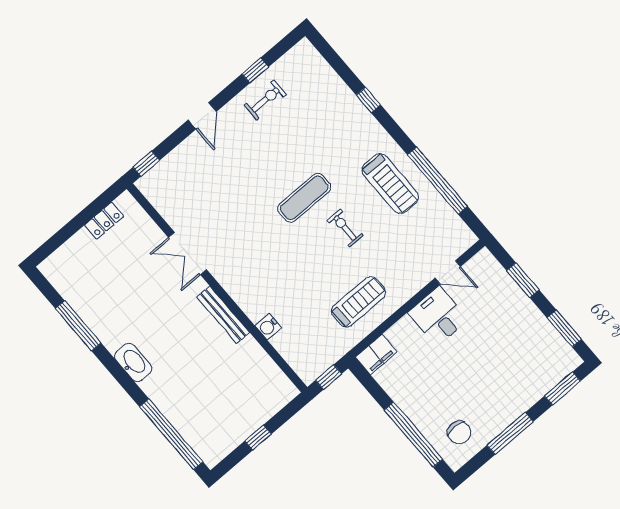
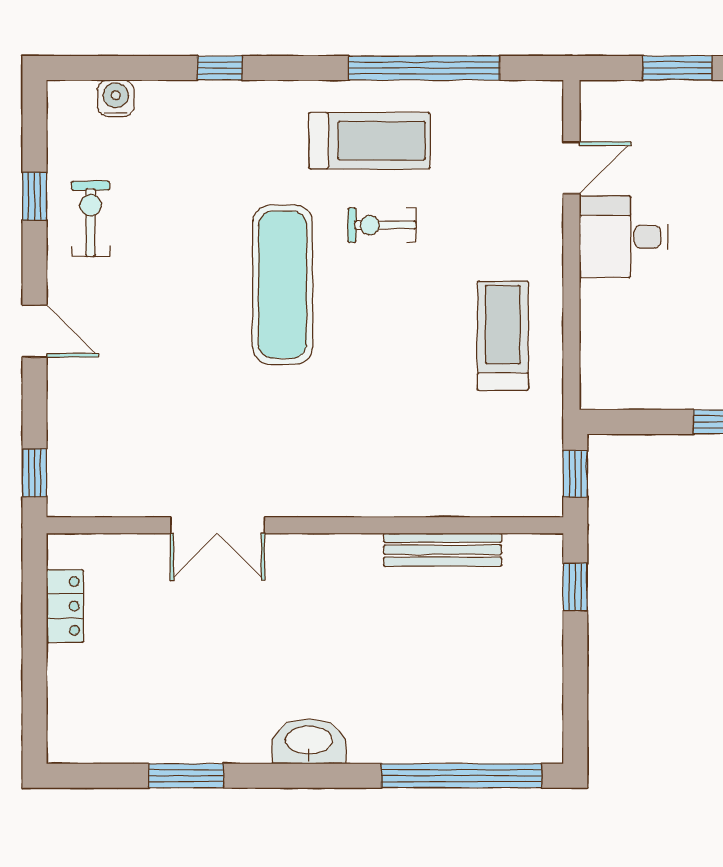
exercise mat: (304, 198) -> (283, 285), width x1.36, depth x1.45
exercise bike: (345, 228) -> (382, 225), moved
bench: (223, 315) -> (443, 550), moved
window: (78, 326) -> (186, 776), width x0.69
water cooler: (268, 327) -> (116, 98), moved, turned 180
filing cabinet: (376, 355) -> (602, 376), removed
window: (258, 437) -> (575, 587), moved

